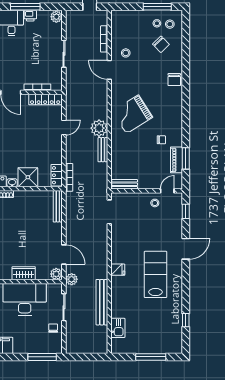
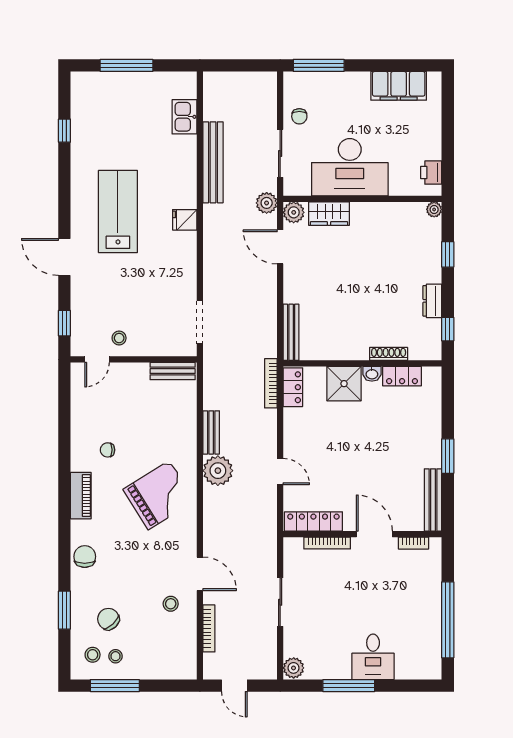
printer: (30, 16) -> (340, 670), removed
door: (64, 128) -> (280, 472), swing flipped
window: (186, 158) -> (64, 610), moved
piano: (176, 160) -> (81, 496), moved
door: (186, 249) -> (64, 257), hinge flipped
wardrobe: (24, 273) -> (329, 214), moved
lab bench: (156, 274) -> (118, 212), turned 180

